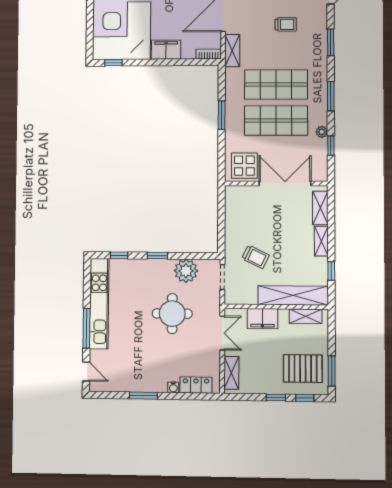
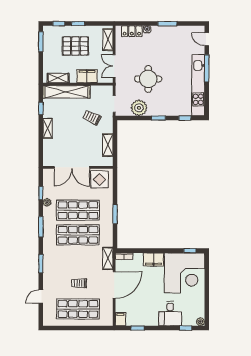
trolley: (286, 24) -> (79, 283), moved
shelving: (320, 208) -> (108, 145), moved
pallet: (303, 369) -> (75, 46), moved

